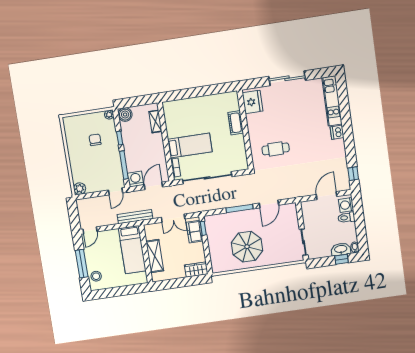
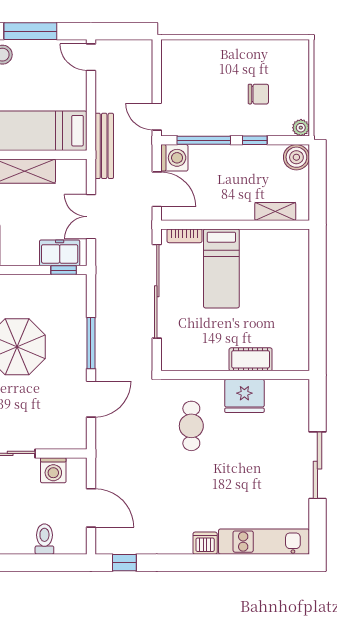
fridge: (253, 102) -> (244, 396), moved
plant: (80, 189) -> (172, 50), removed
door: (269, 204) -> (91, 399), swing flipped
washing machine: (346, 205) -> (53, 470), moved, turned 180

